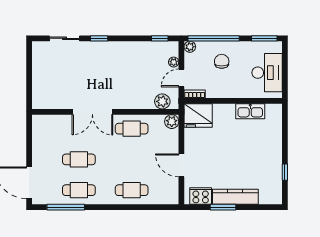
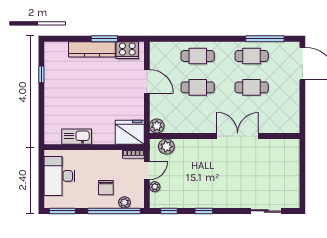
window: (99, 38) -> (204, 211), moved
plant: (190, 47) -> (124, 202), moved
cafe table: (132, 129) -> (198, 87), moved

